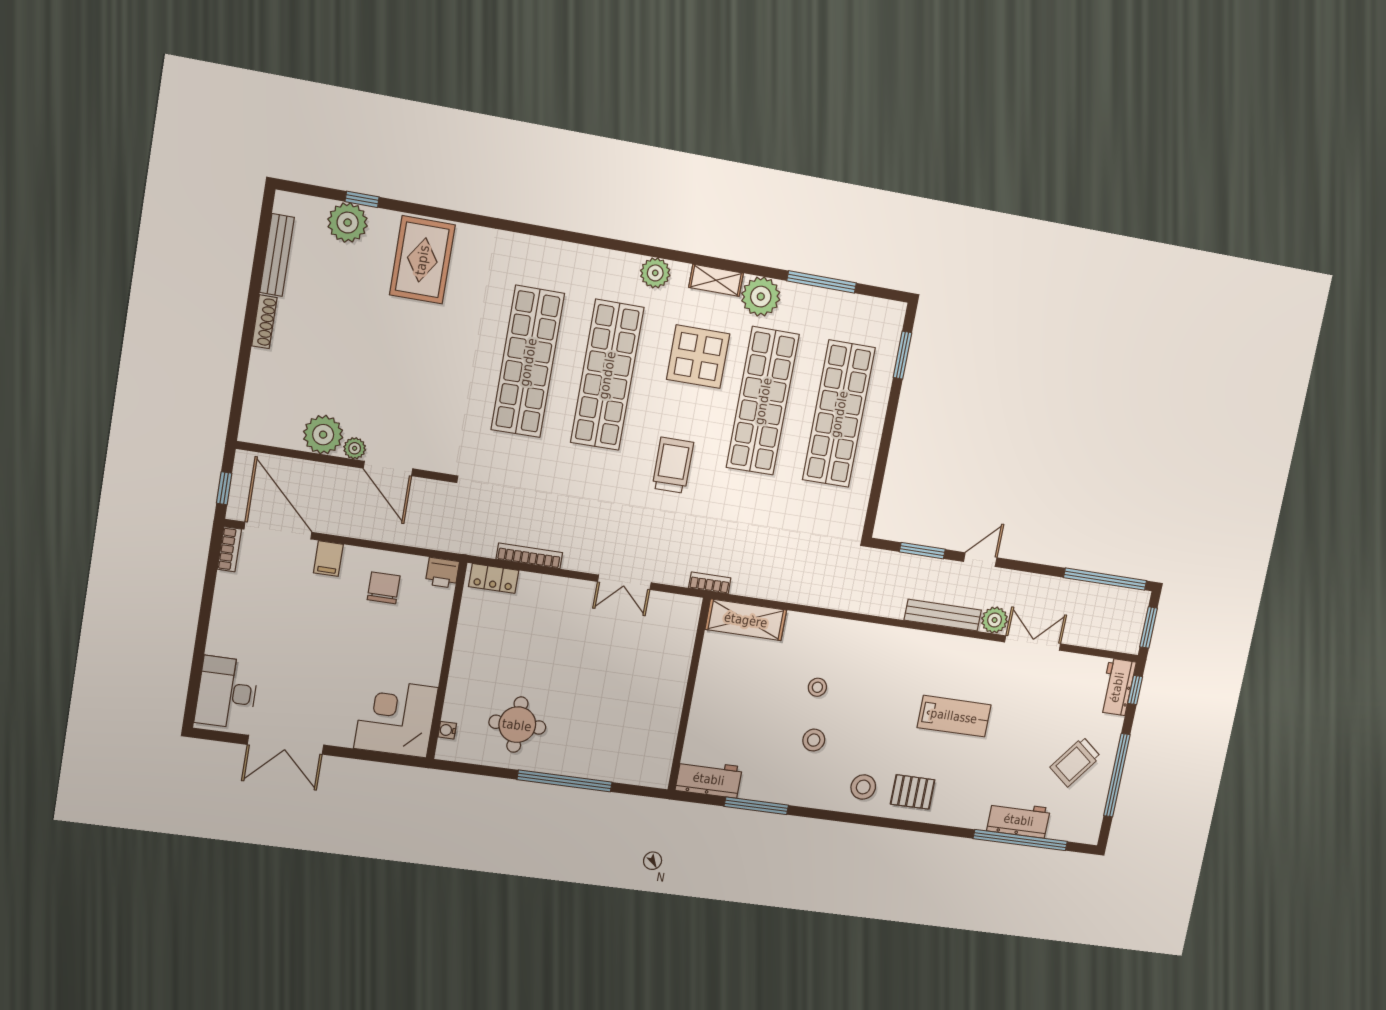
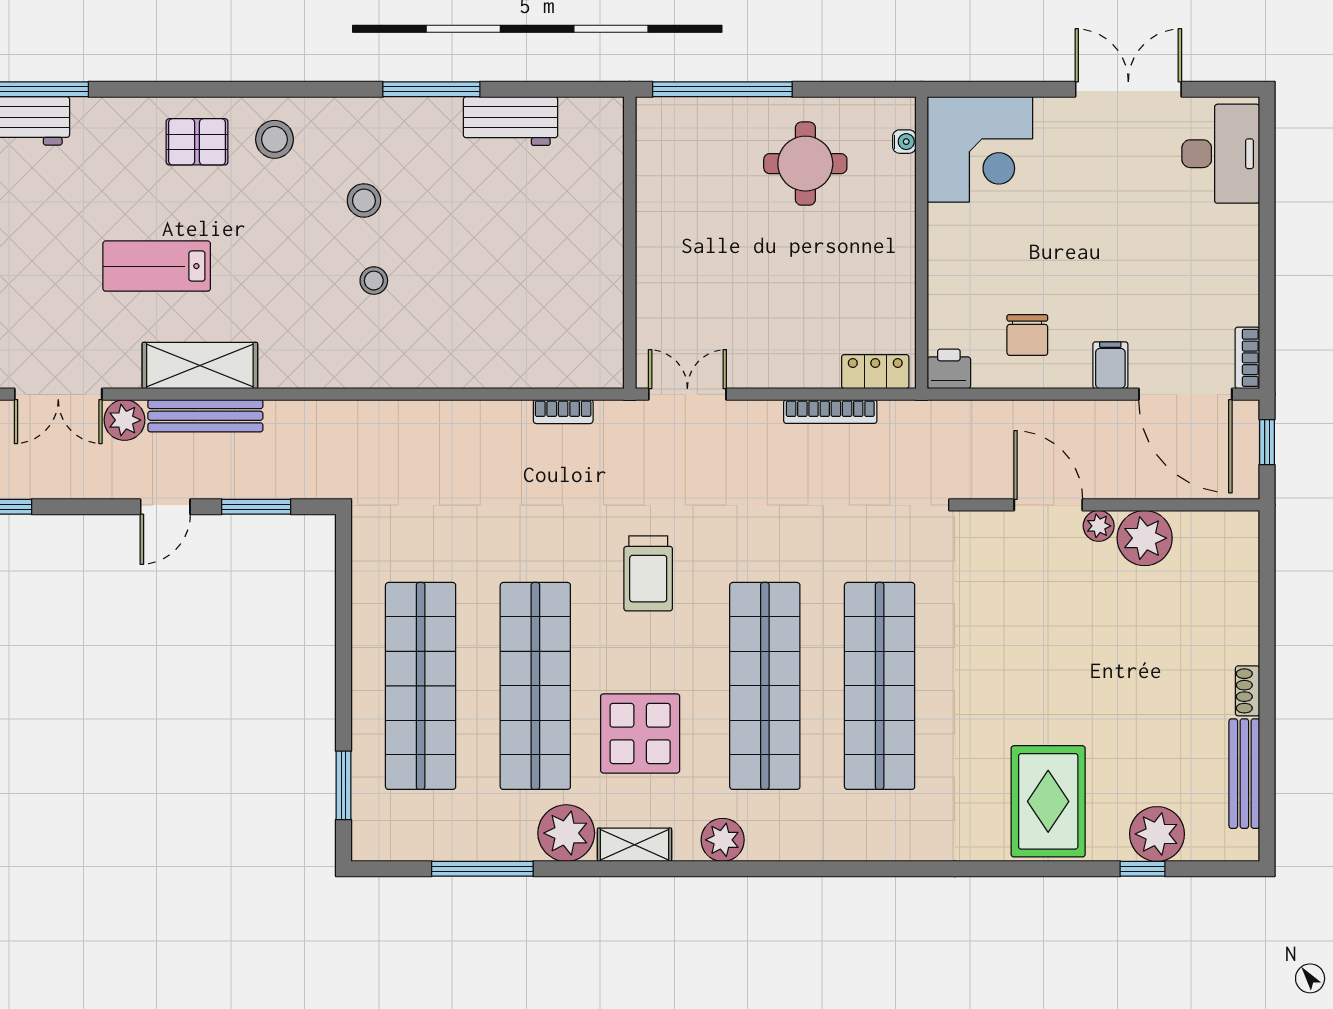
shoe rack: (264, 322) -> (1247, 691), width x0.70
shelving: (746, 620) -> (200, 365), moved
wall: (689, 695) -> (630, 243), moved

